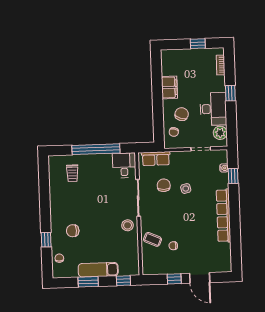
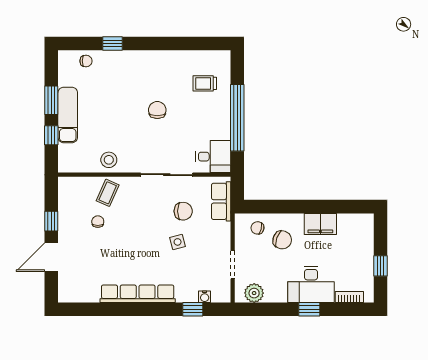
desk: (213, 109) -> (311, 284), moved
stool: (128, 225) -> (109, 160), moved
chair: (73, 231) -> (157, 110), moved
window: (123, 281) -> (51, 135), moved

